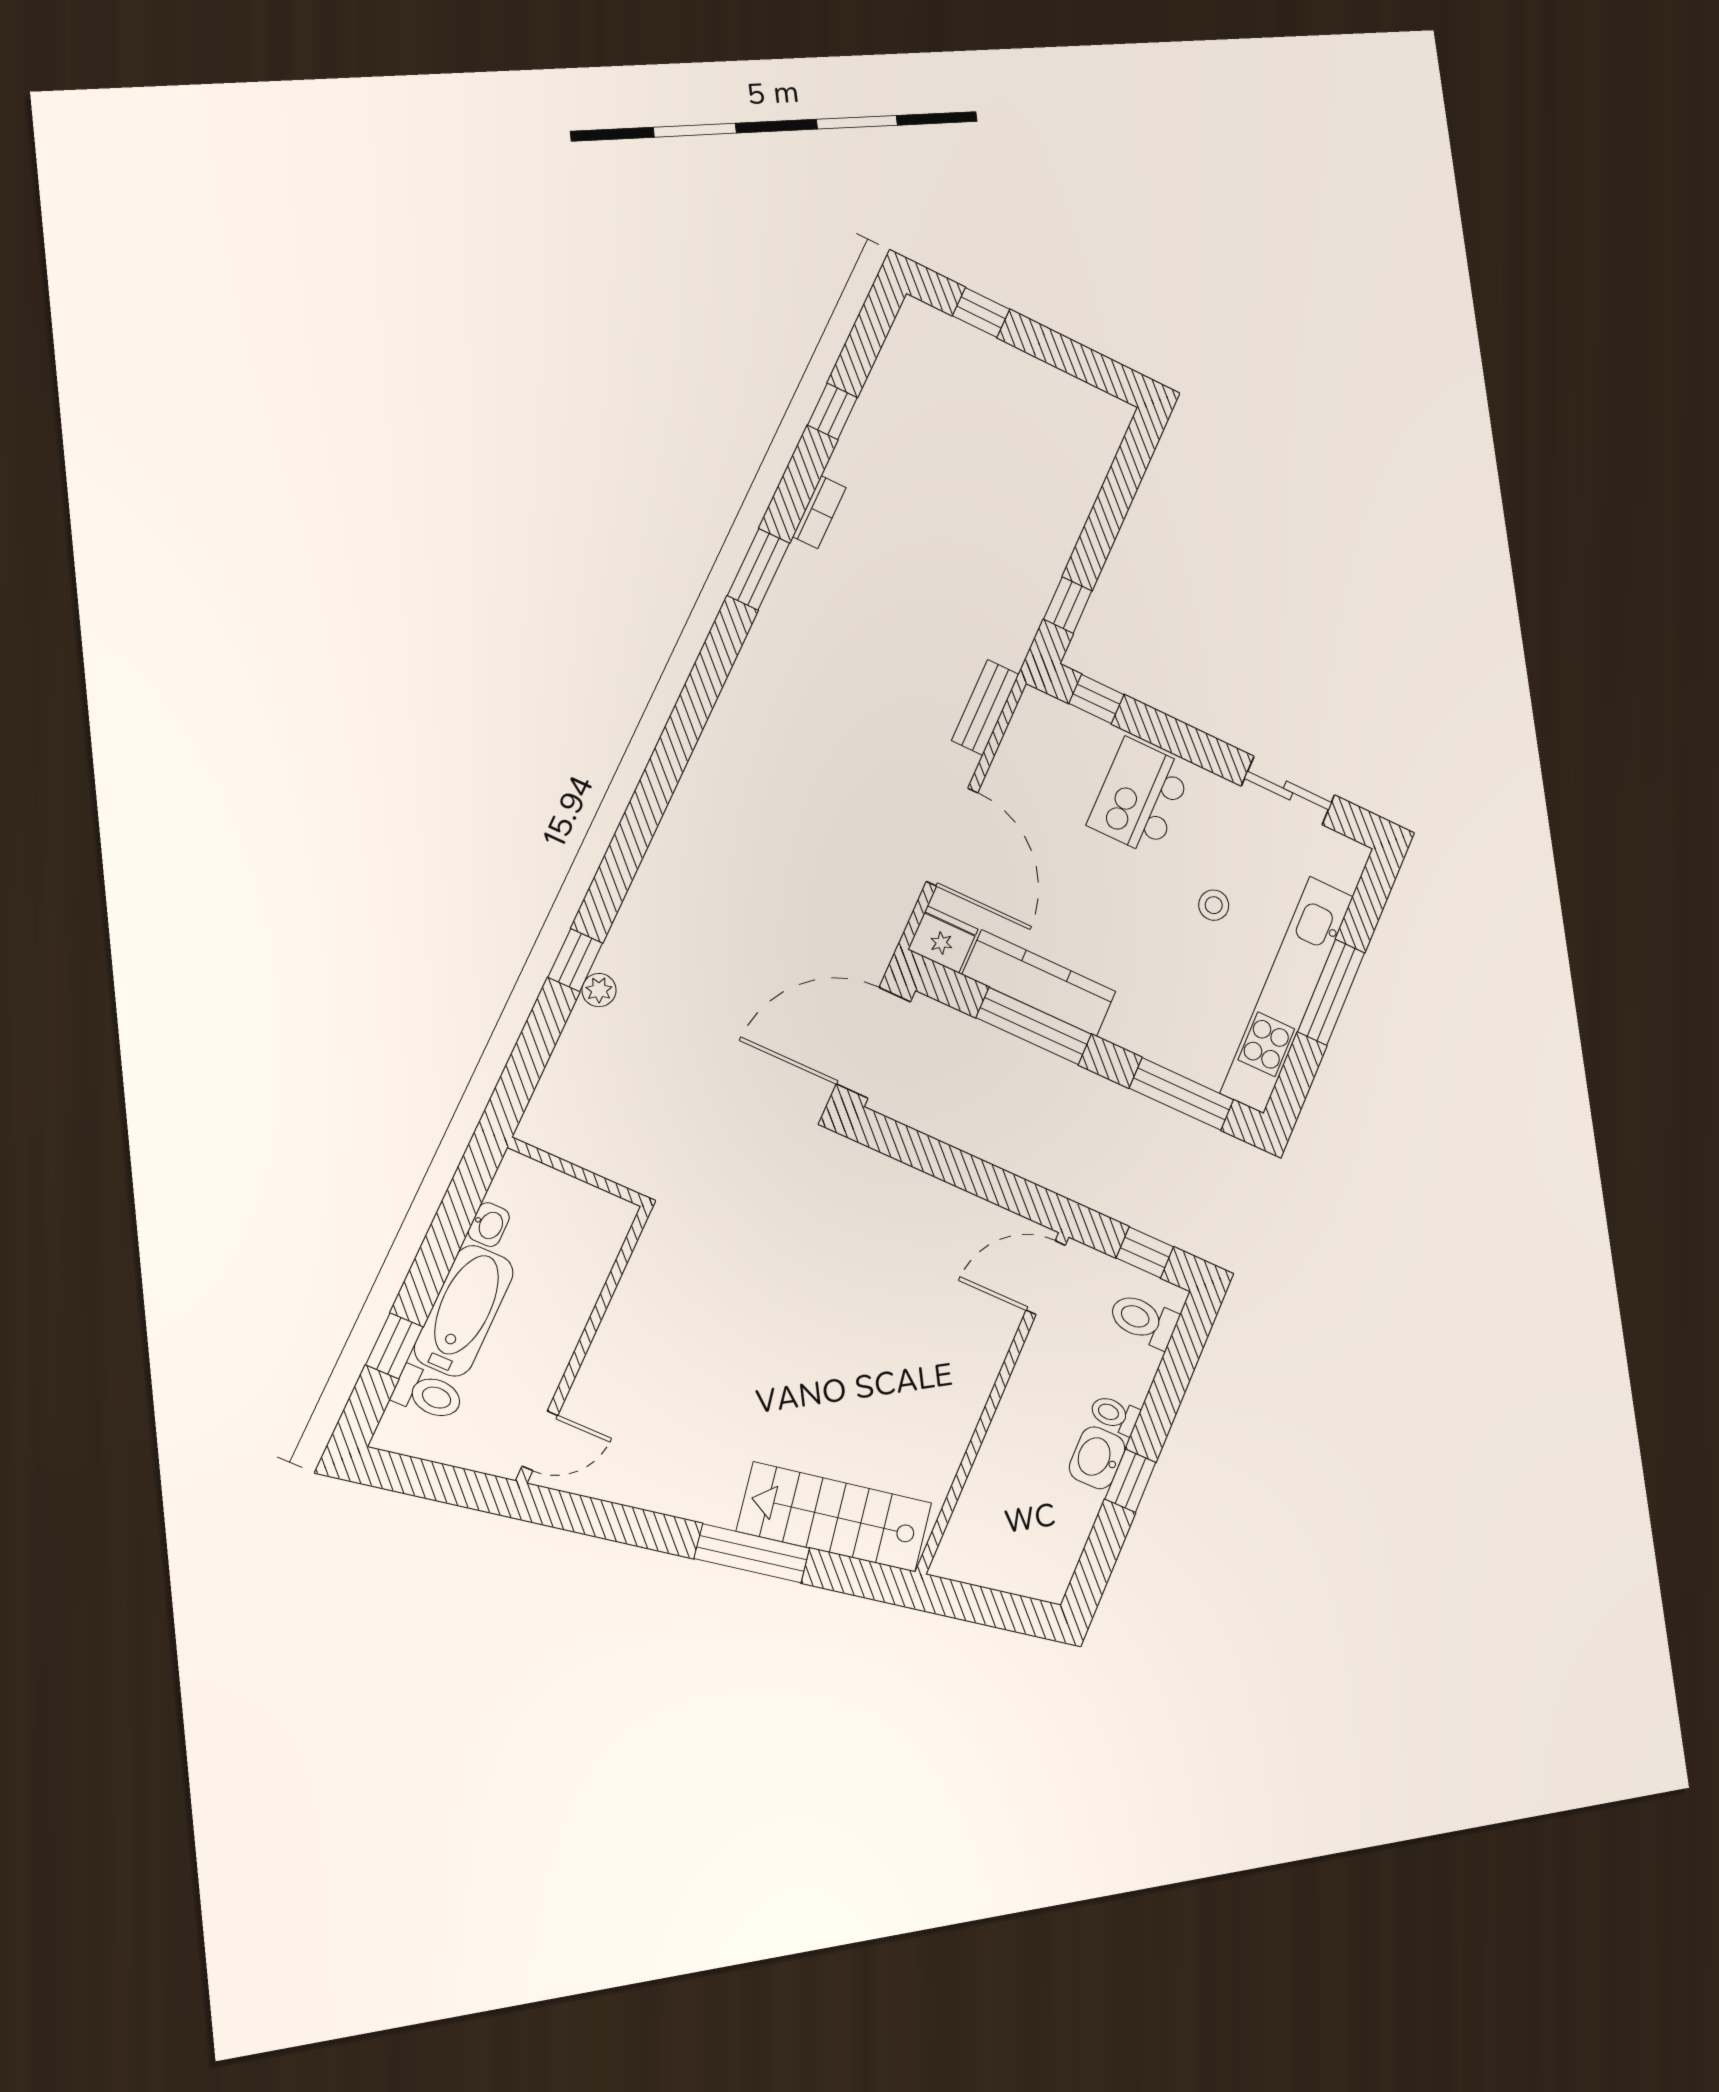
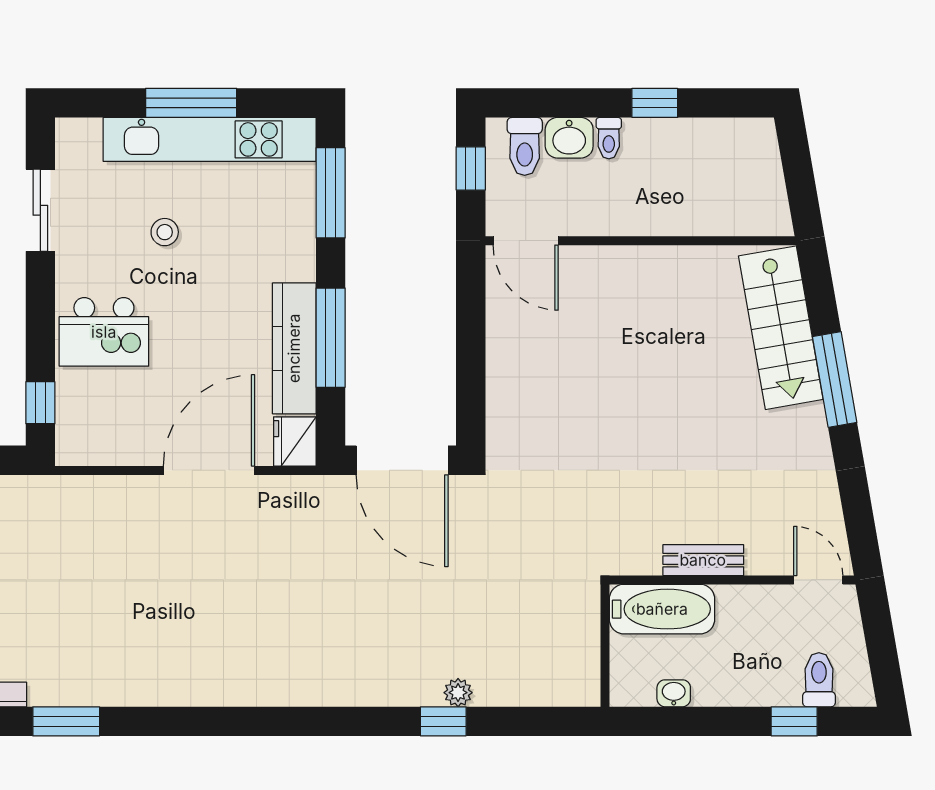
bench: (985, 707) -> (703, 560), moved
bathtub: (464, 1311) -> (662, 609), moved, turned 180
washbasin: (1097, 1458) -> (569, 138), moved

